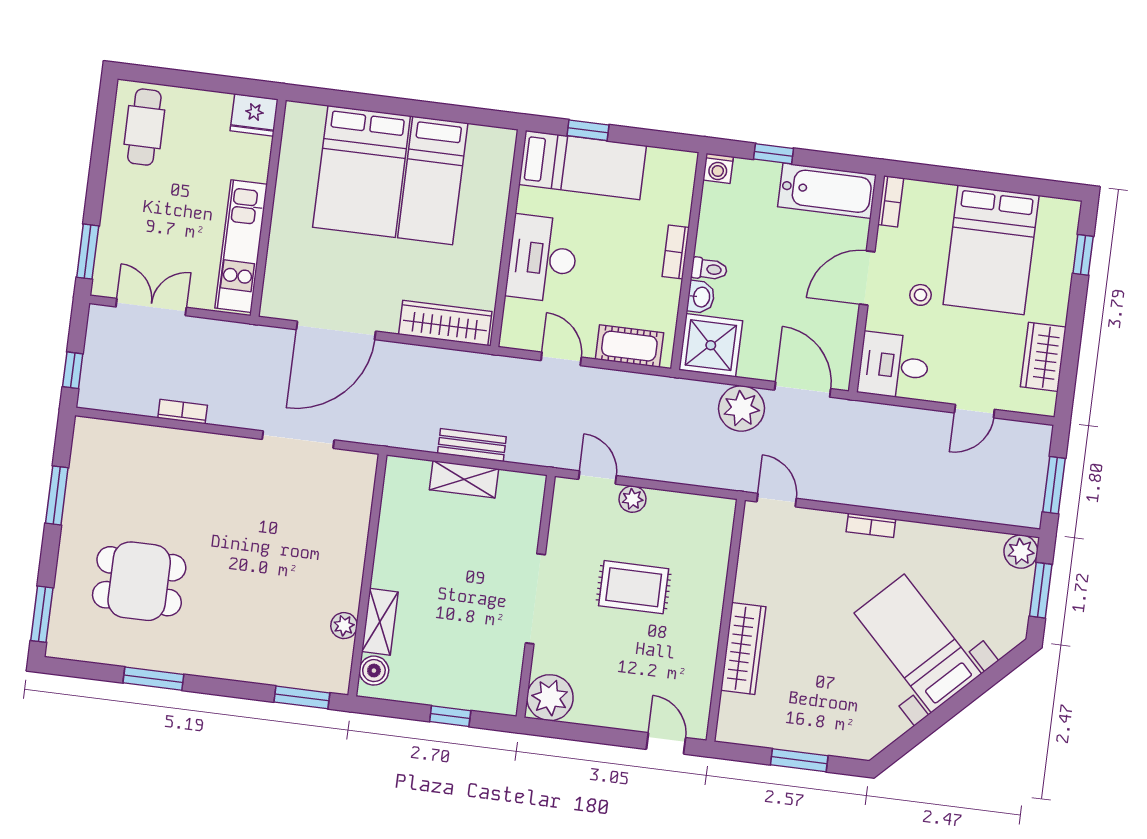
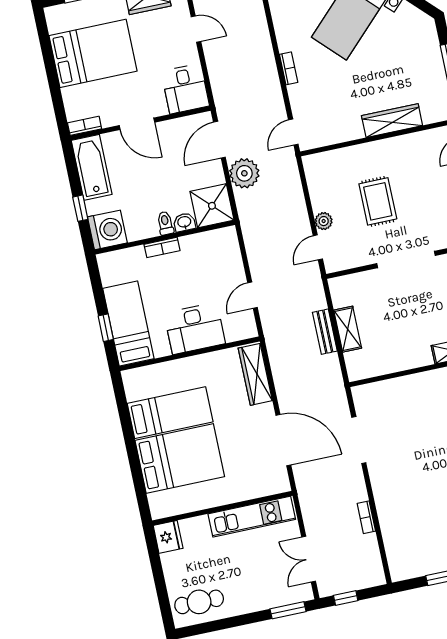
washing machine: (718, 168) -> (107, 230), width x1.89, depth x1.89
stool: (921, 295) -> (136, 87), removed
cot: (629, 346) -> (230, 256), removed
window: (73, 370) -> (346, 598), moved

